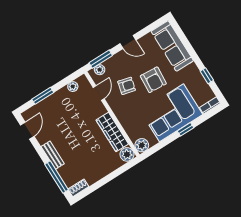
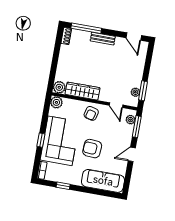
armchair: (127, 86) -> (91, 113), moved
window: (43, 96) -> (143, 91), moved

